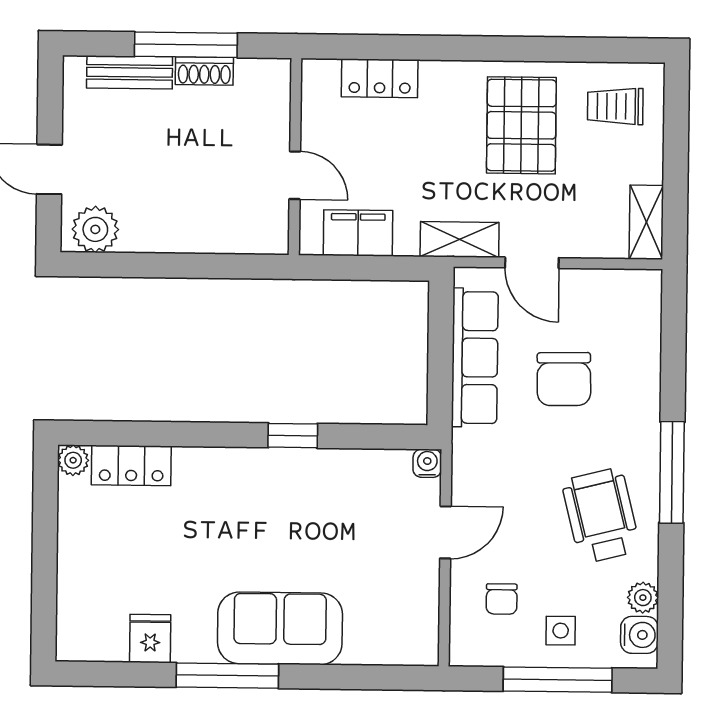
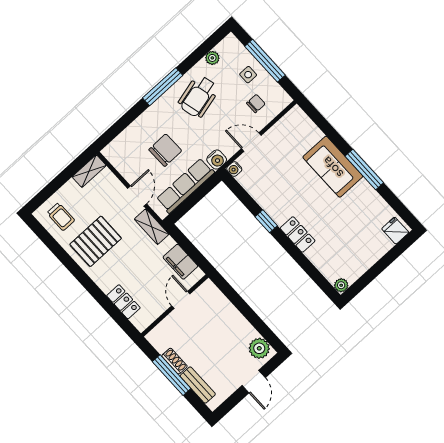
locker: (131, 465) -> (298, 234), moved
water cooler: (639, 635) -> (217, 160), moved, turned 180
fridge: (150, 639) -> (395, 231), moved, turned 90

